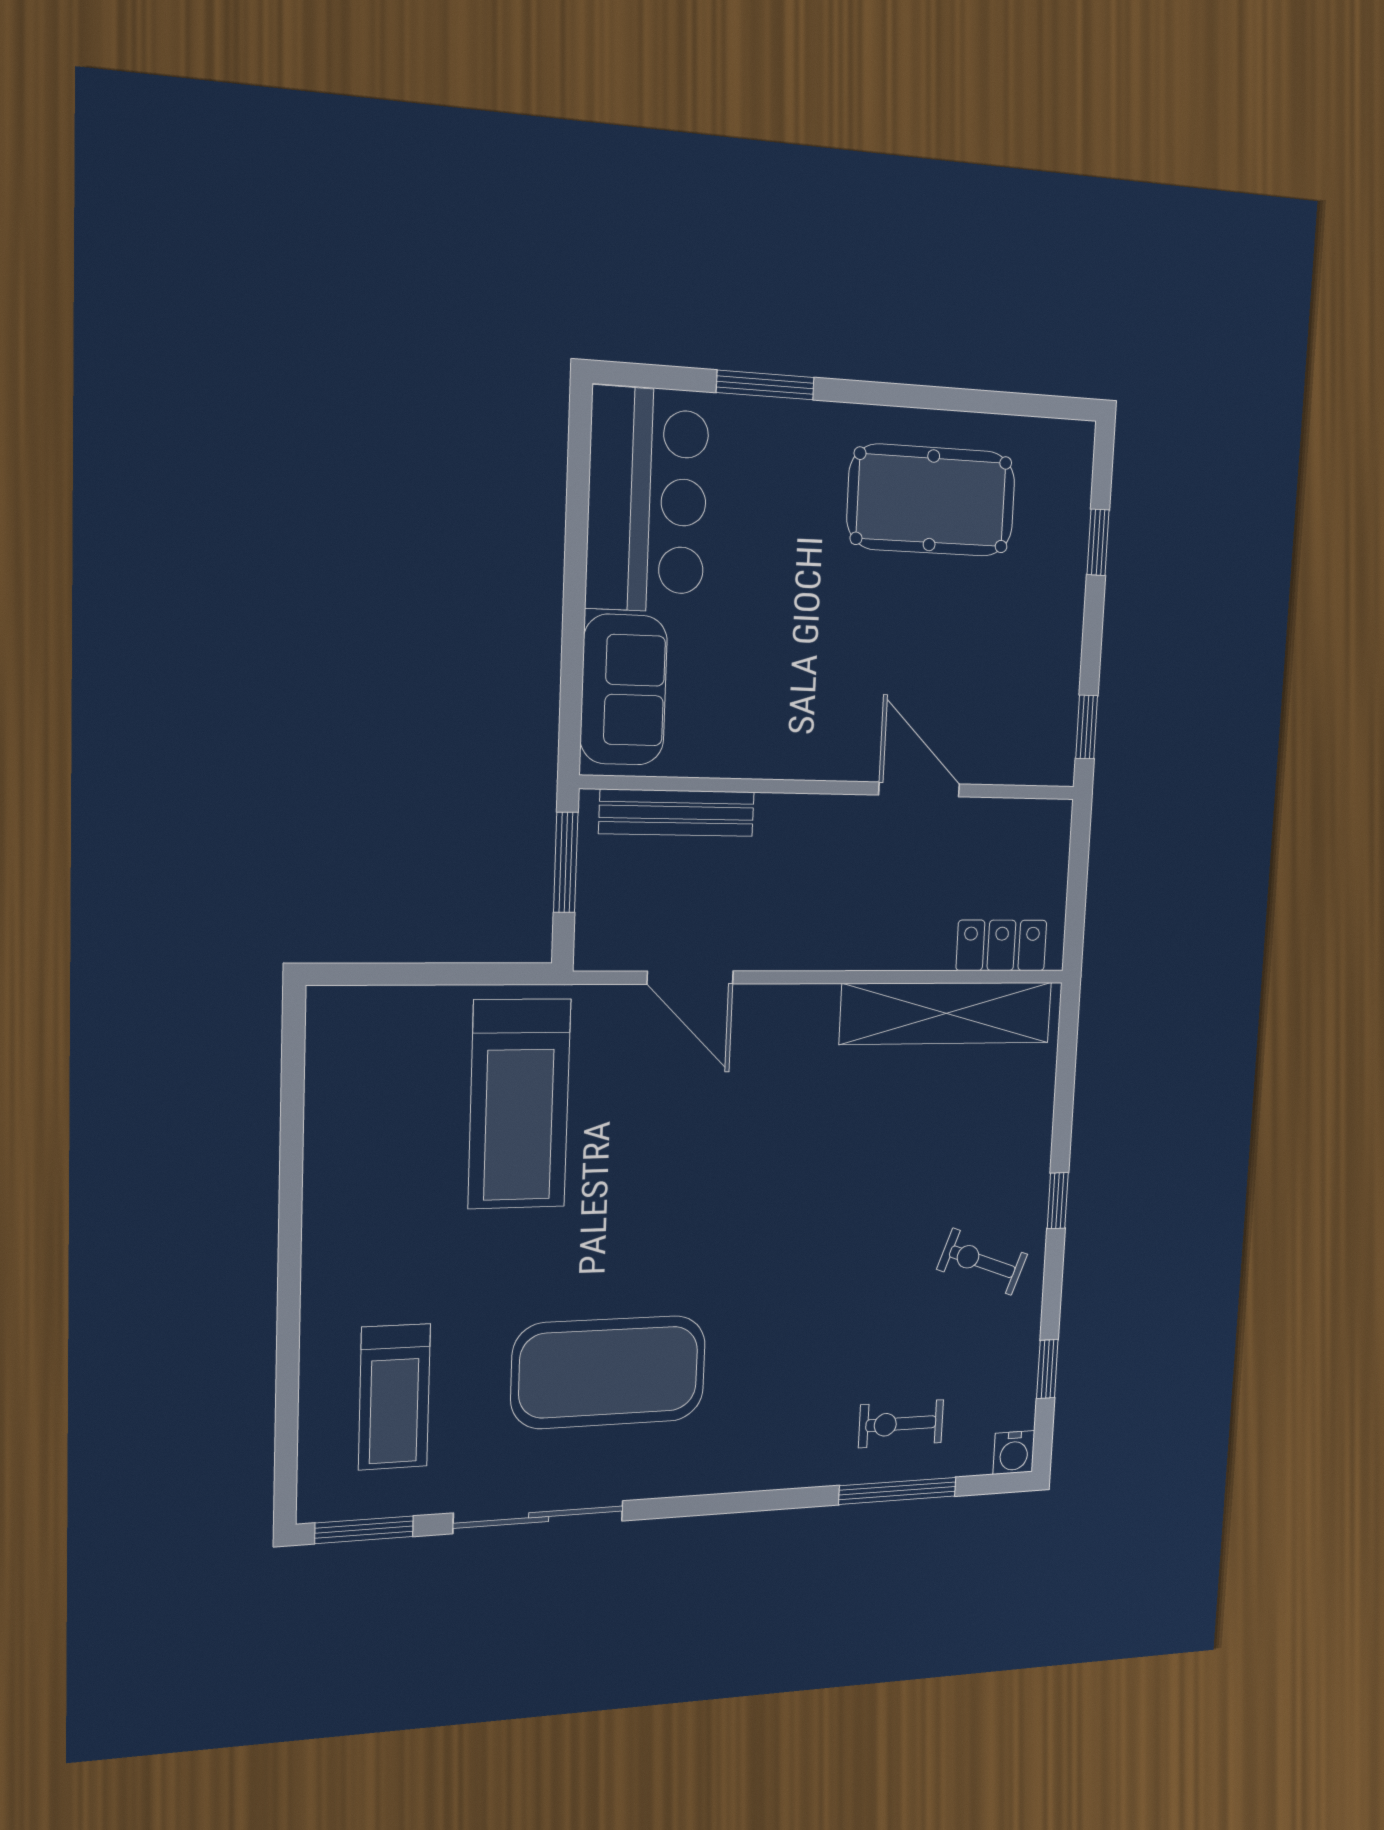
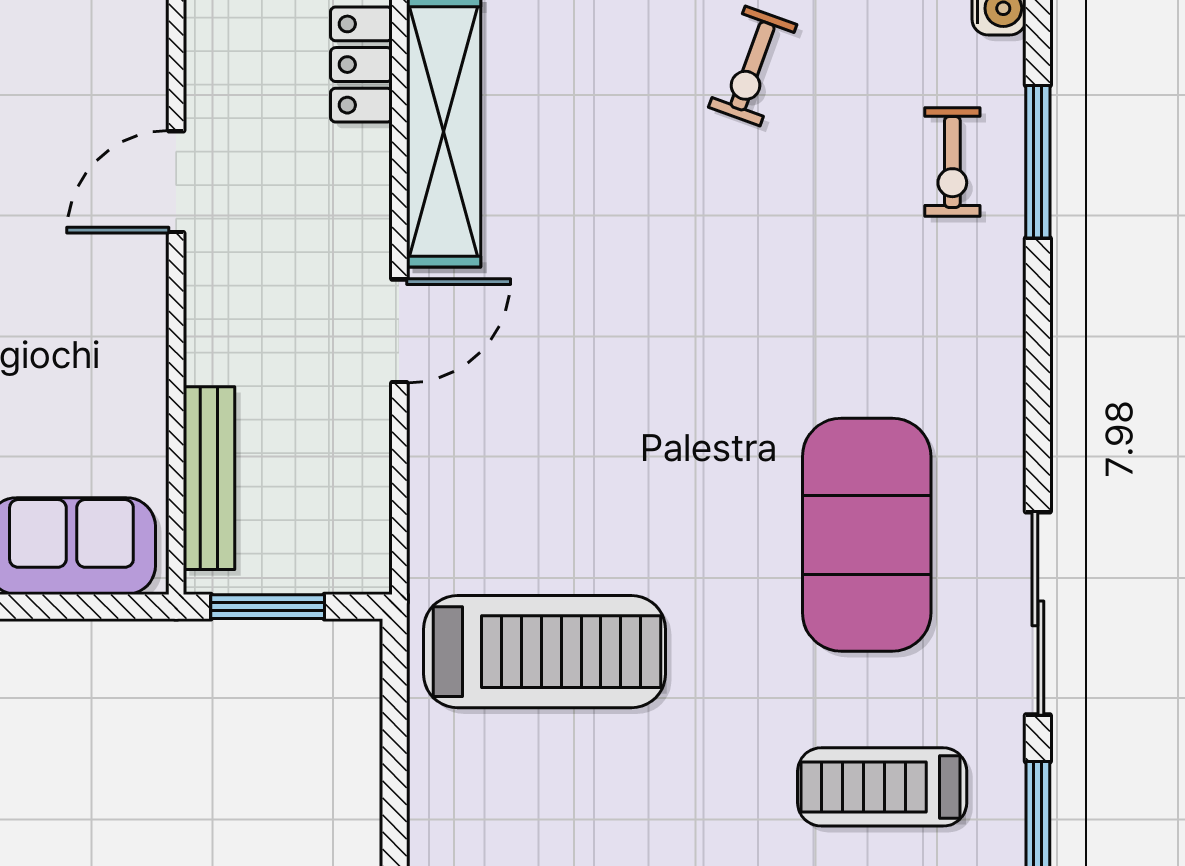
door: (690, 978) -> (399, 331), moved
treadmill: (394, 1397) -> (882, 787), turned 180

